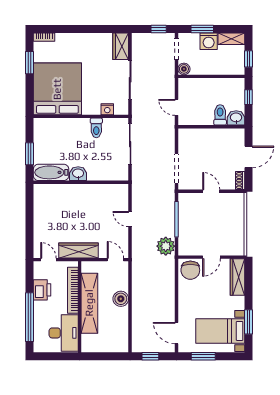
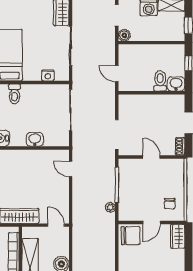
toilet: (96, 128) -> (15, 94), moved
washbasin: (78, 174) -> (35, 139), moved
door: (130, 219) -> (71, 169), moved
chair: (230, 238) -> (170, 204), added
plant: (166, 246) -> (110, 207), width x0.53, depth x0.53
chair: (190, 270) -> (131, 236), turned -90
wardrobe: (238, 277) -> (178, 236), width x0.67

